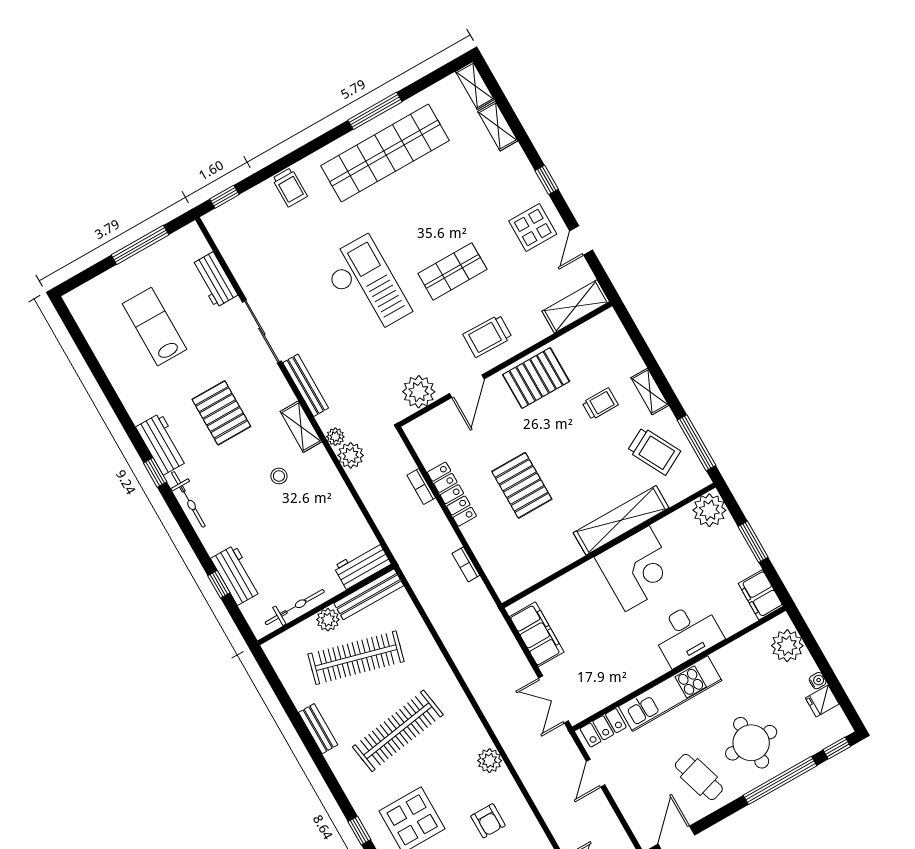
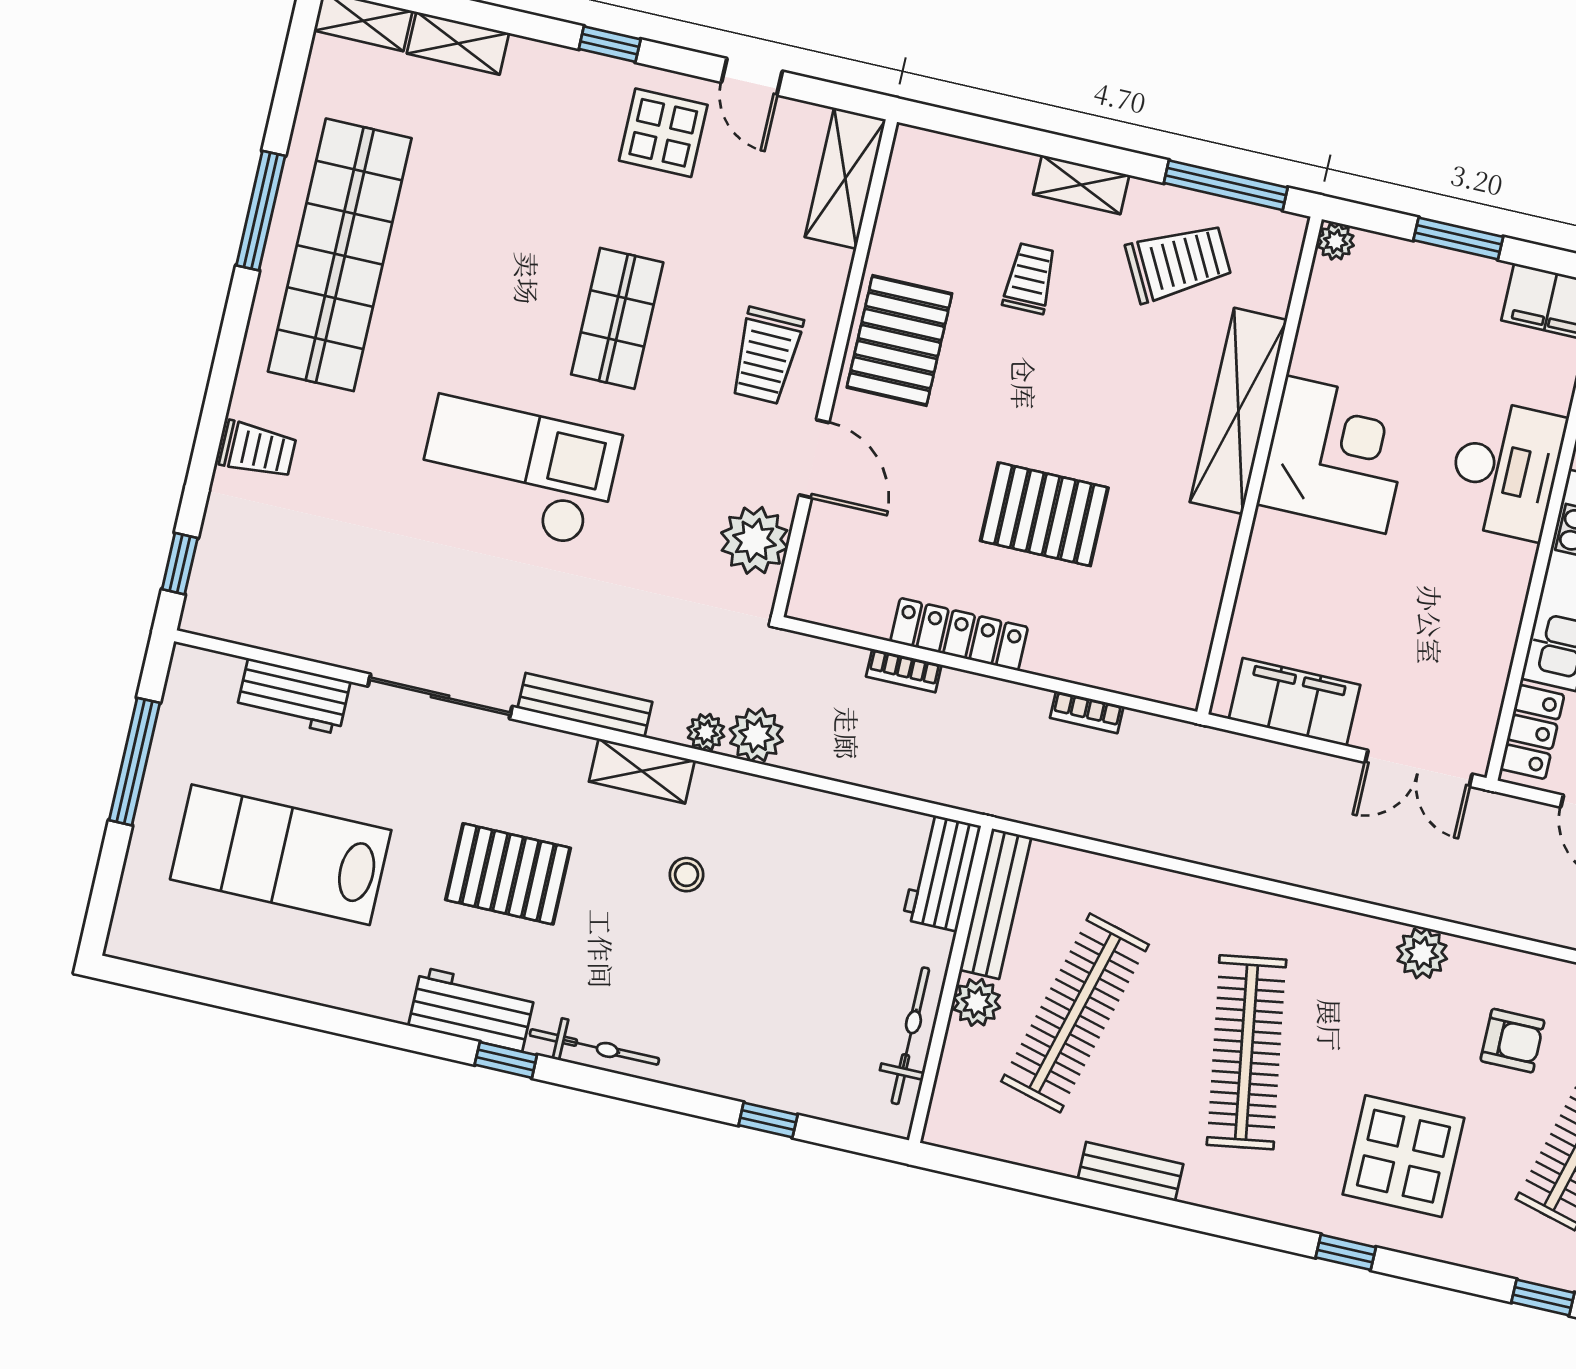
lab bench: (154, 327) -> (281, 855), width x1.36, depth x1.39
plant: (709, 510) -> (1336, 241), width x0.53, depth x0.53
workbench: (236, 575) -> (778, 1080), removed

